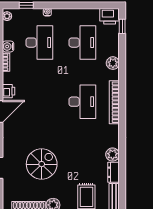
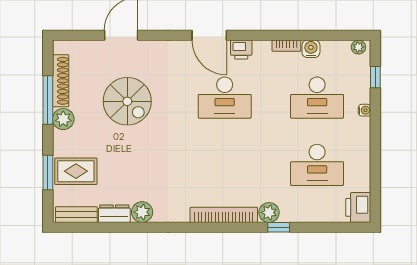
window: (122, 26) -> (279, 227), moved
plant: (113, 63) -> (269, 212), moved
desk: (82, 102) -> (225, 98), moved

